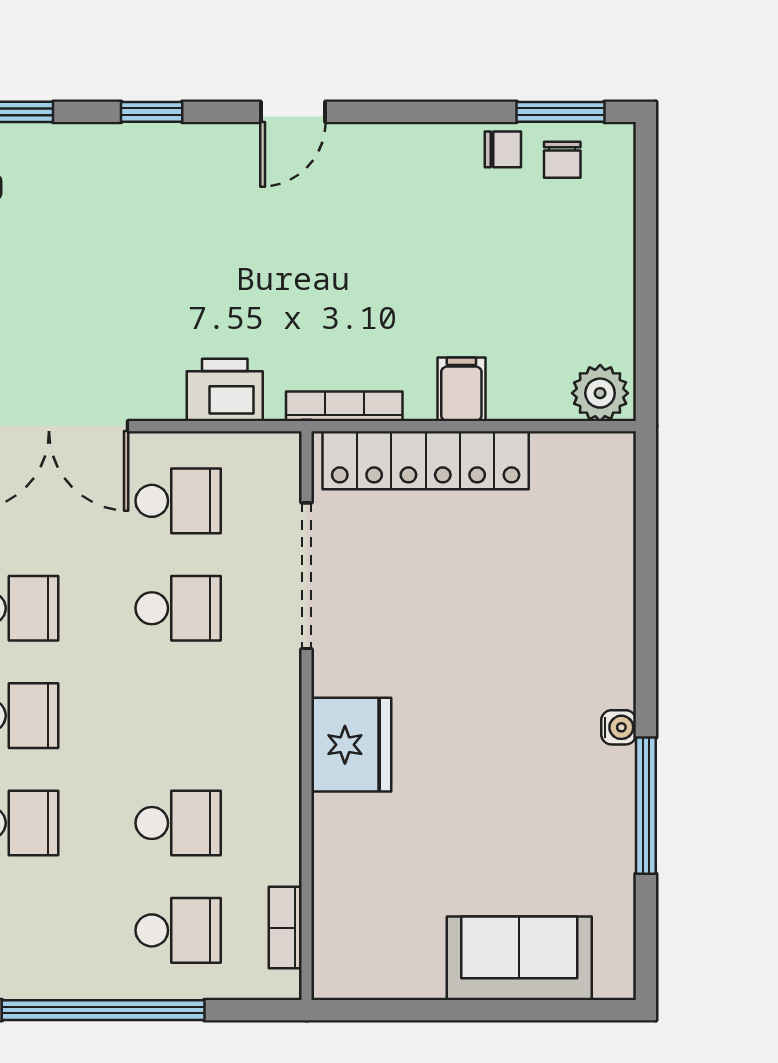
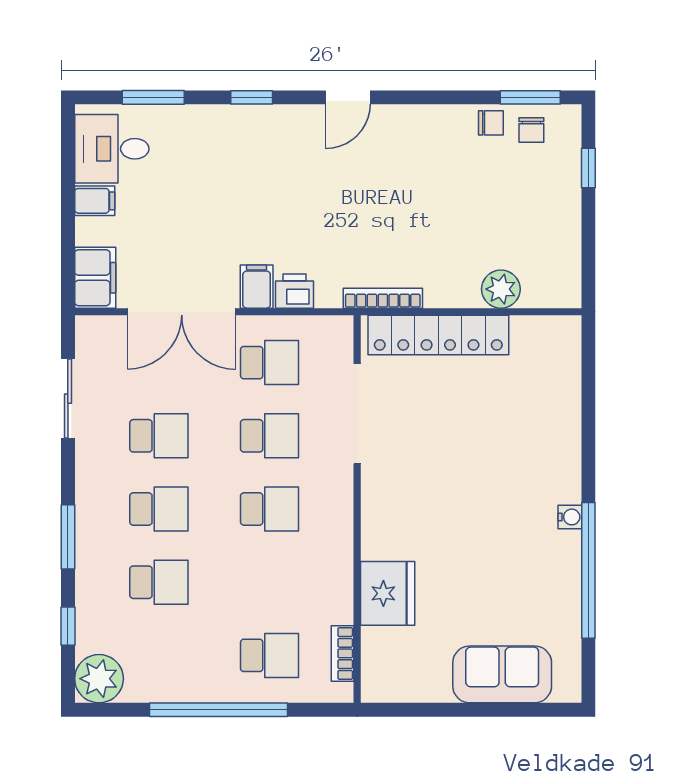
window: (646, 215) -> (588, 168), added
filing cabinet: (461, 389) -> (257, 287), moved
printer: (225, 390) -> (294, 291), width x0.73, depth x0.81
plant: (600, 393) -> (501, 289), moved
fridge: (351, 745) -> (388, 593), moved
window: (646, 806) -> (588, 570), width x1.46
school desk: (178, 823) -> (270, 509), moved

